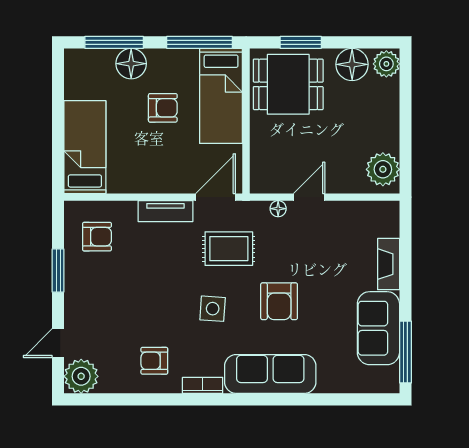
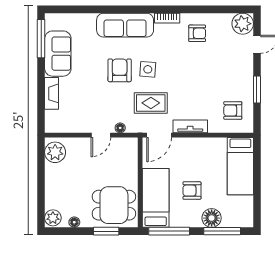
floor lamp: (352, 64) -> (74, 222), width x0.53, depth x0.53
side table: (213, 309) -> (148, 69), moved

